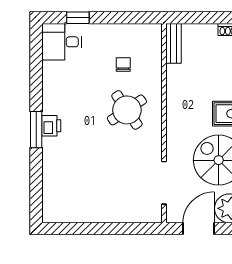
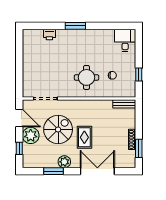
window: (78, 18) -> (139, 74), moved
round table: (127, 110) -> (87, 77), turned 34
printer: (51, 126) -> (49, 34), moved

